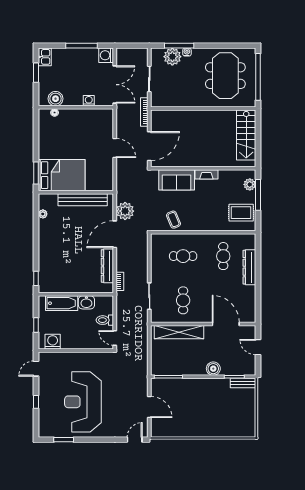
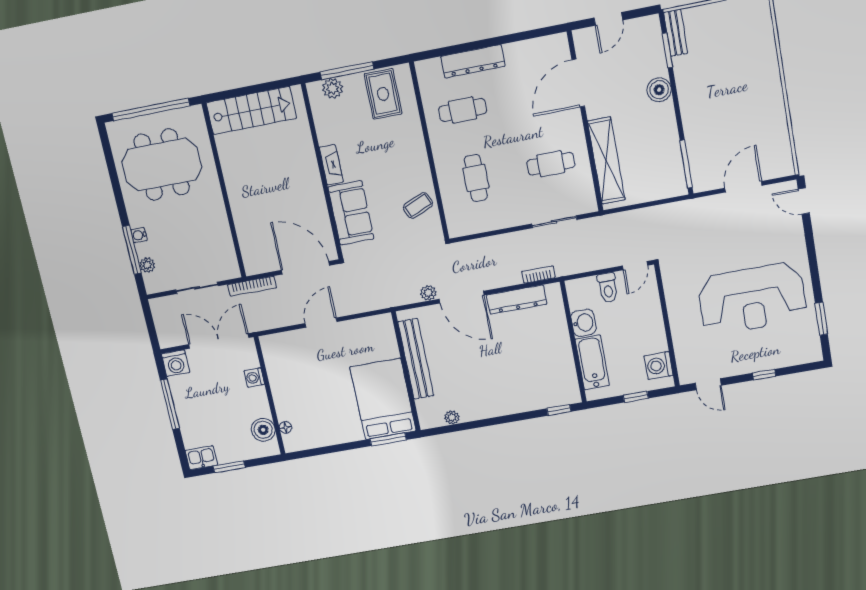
plant: (172, 57) -> (147, 265), width x0.53, depth x0.53
plant: (125, 211) -> (428, 293), width x0.53, depth x0.53

